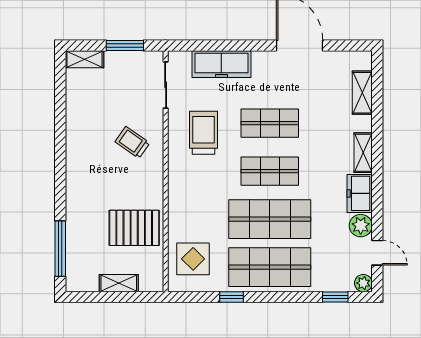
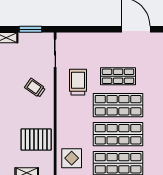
freezer: (221, 64) -> (89, 41), removed
shop shelf: (270, 171) -> (118, 105), width x1.43, depth x1.36

